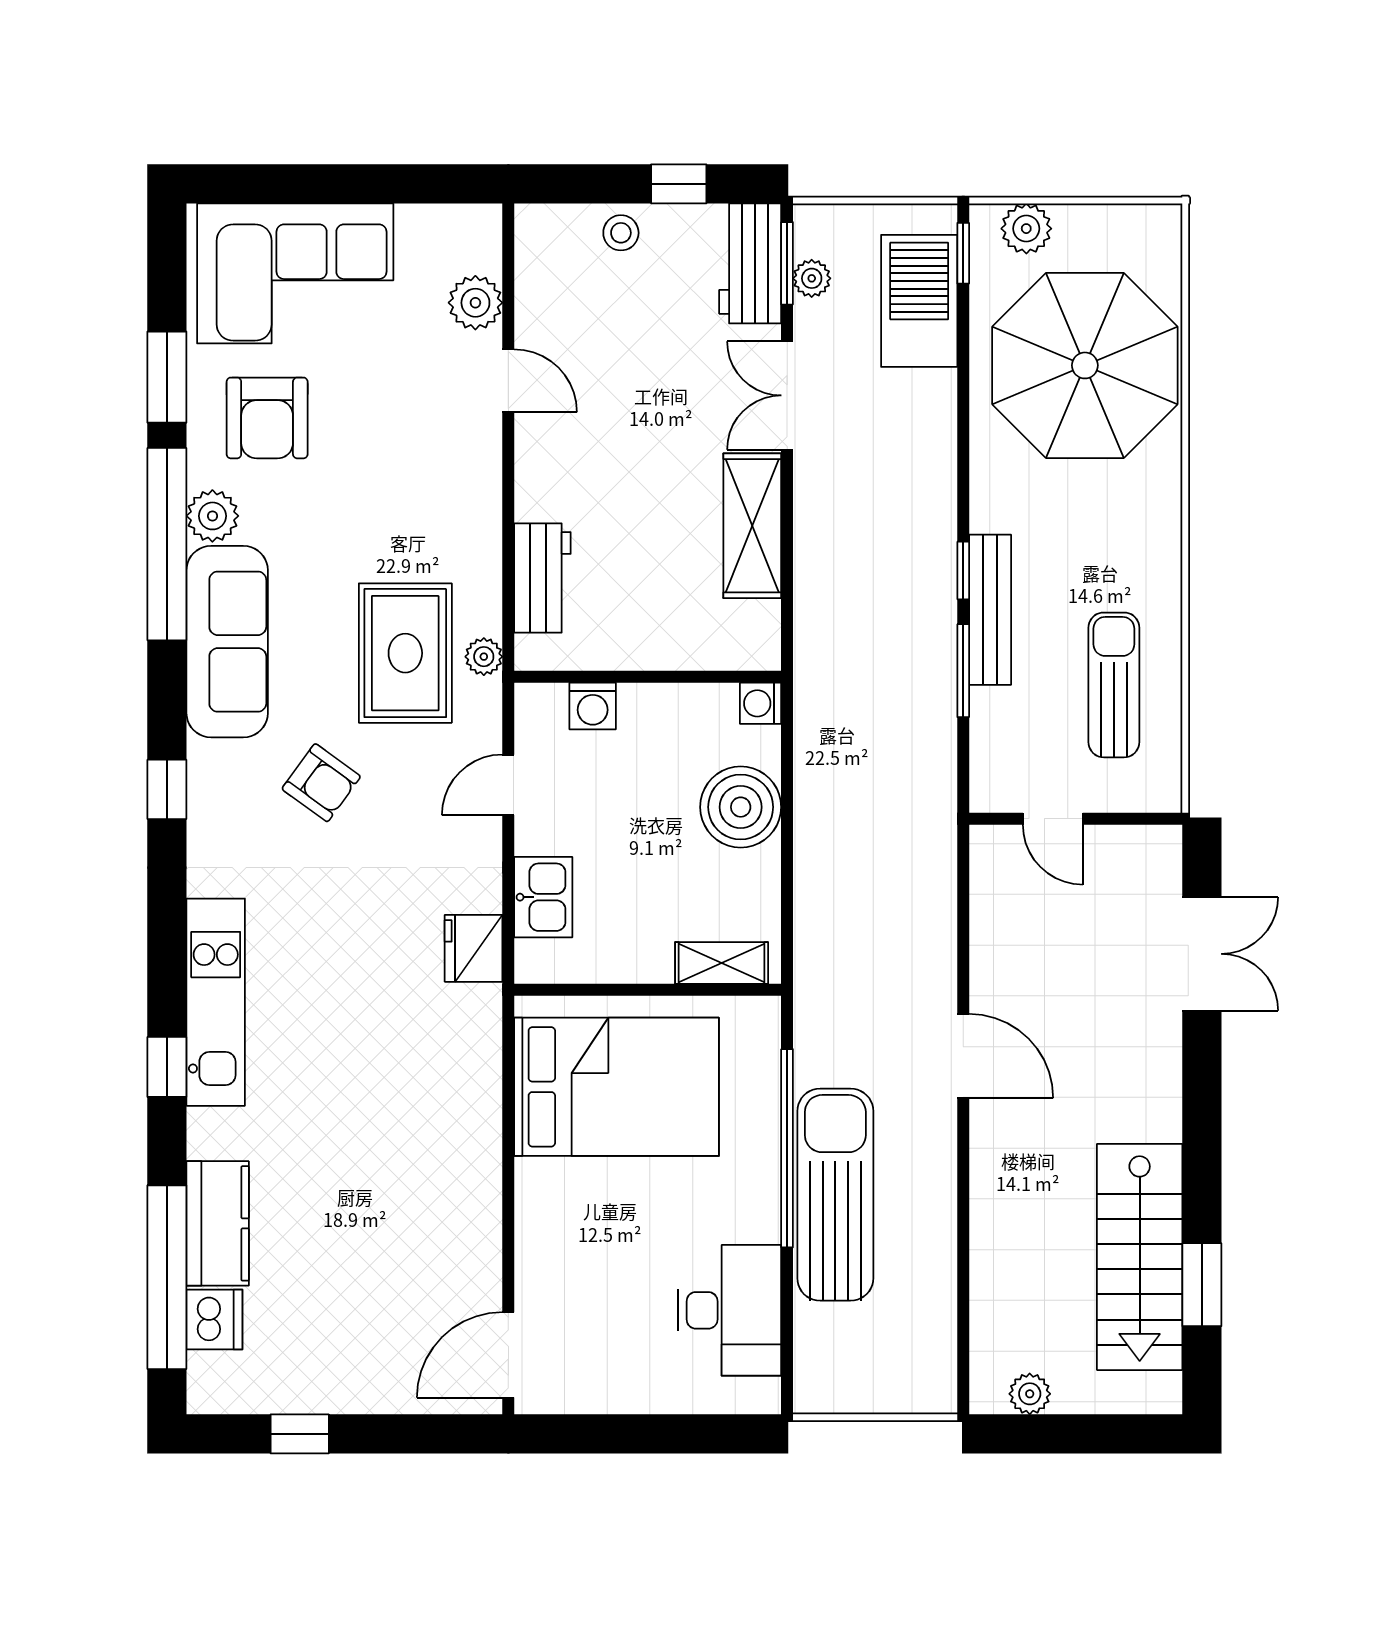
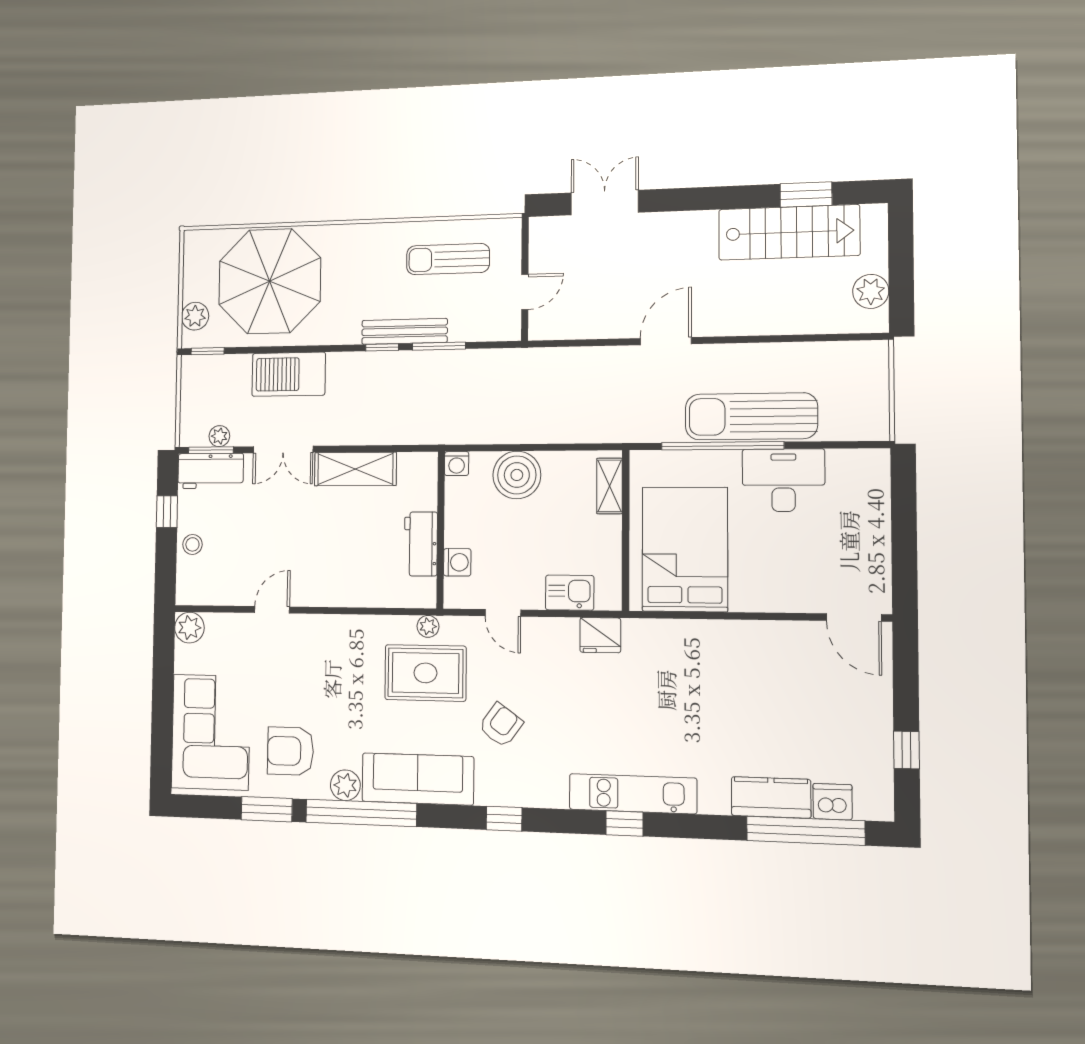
barbecue: (919, 301) -> (289, 374), moved
plant: (475, 303) -> (189, 628), moved
armchair: (267, 418) -> (290, 751), turned 180
workbench: (542, 578) -> (421, 544), moved, turned -90
window: (167, 1067) -> (624, 823), moved
desk: (730, 1310) -> (783, 480), moved
plant: (1030, 1394) -> (871, 291), width x1.38, depth x1.38

